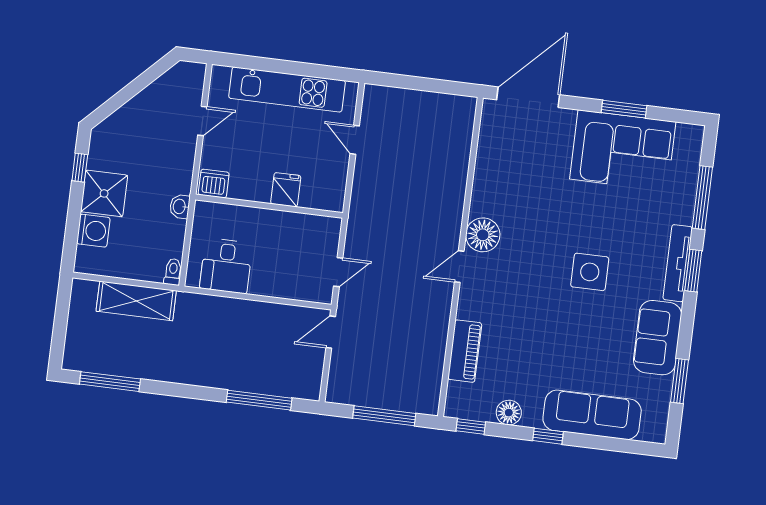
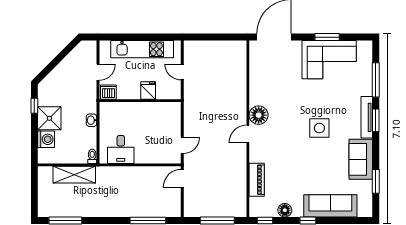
dishwasher: (214, 184) -> (108, 92), moved
fridge: (286, 190) -> (148, 90), moved
wall: (269, 206) -> (140, 101), moved

